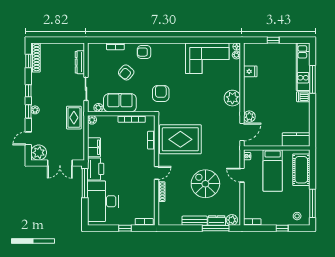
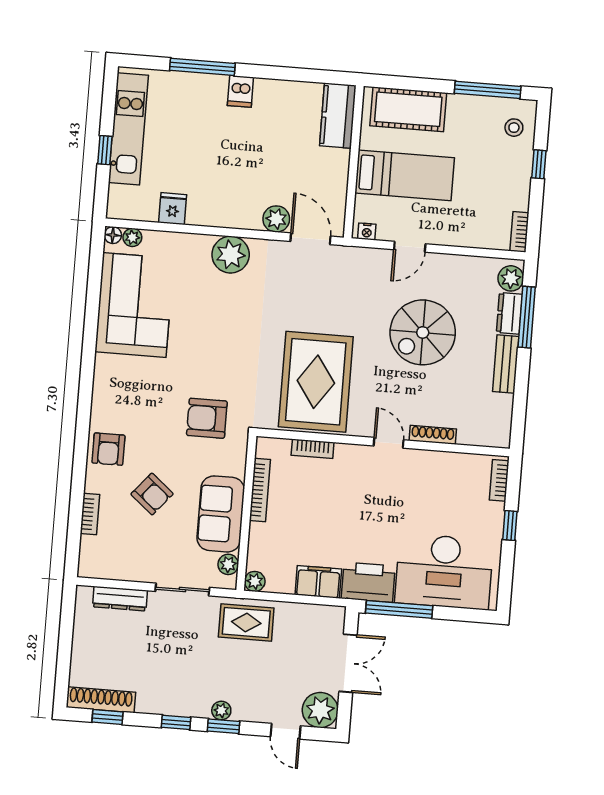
kitchen unit: (303, 67) -> (128, 129), moved, turned -90

